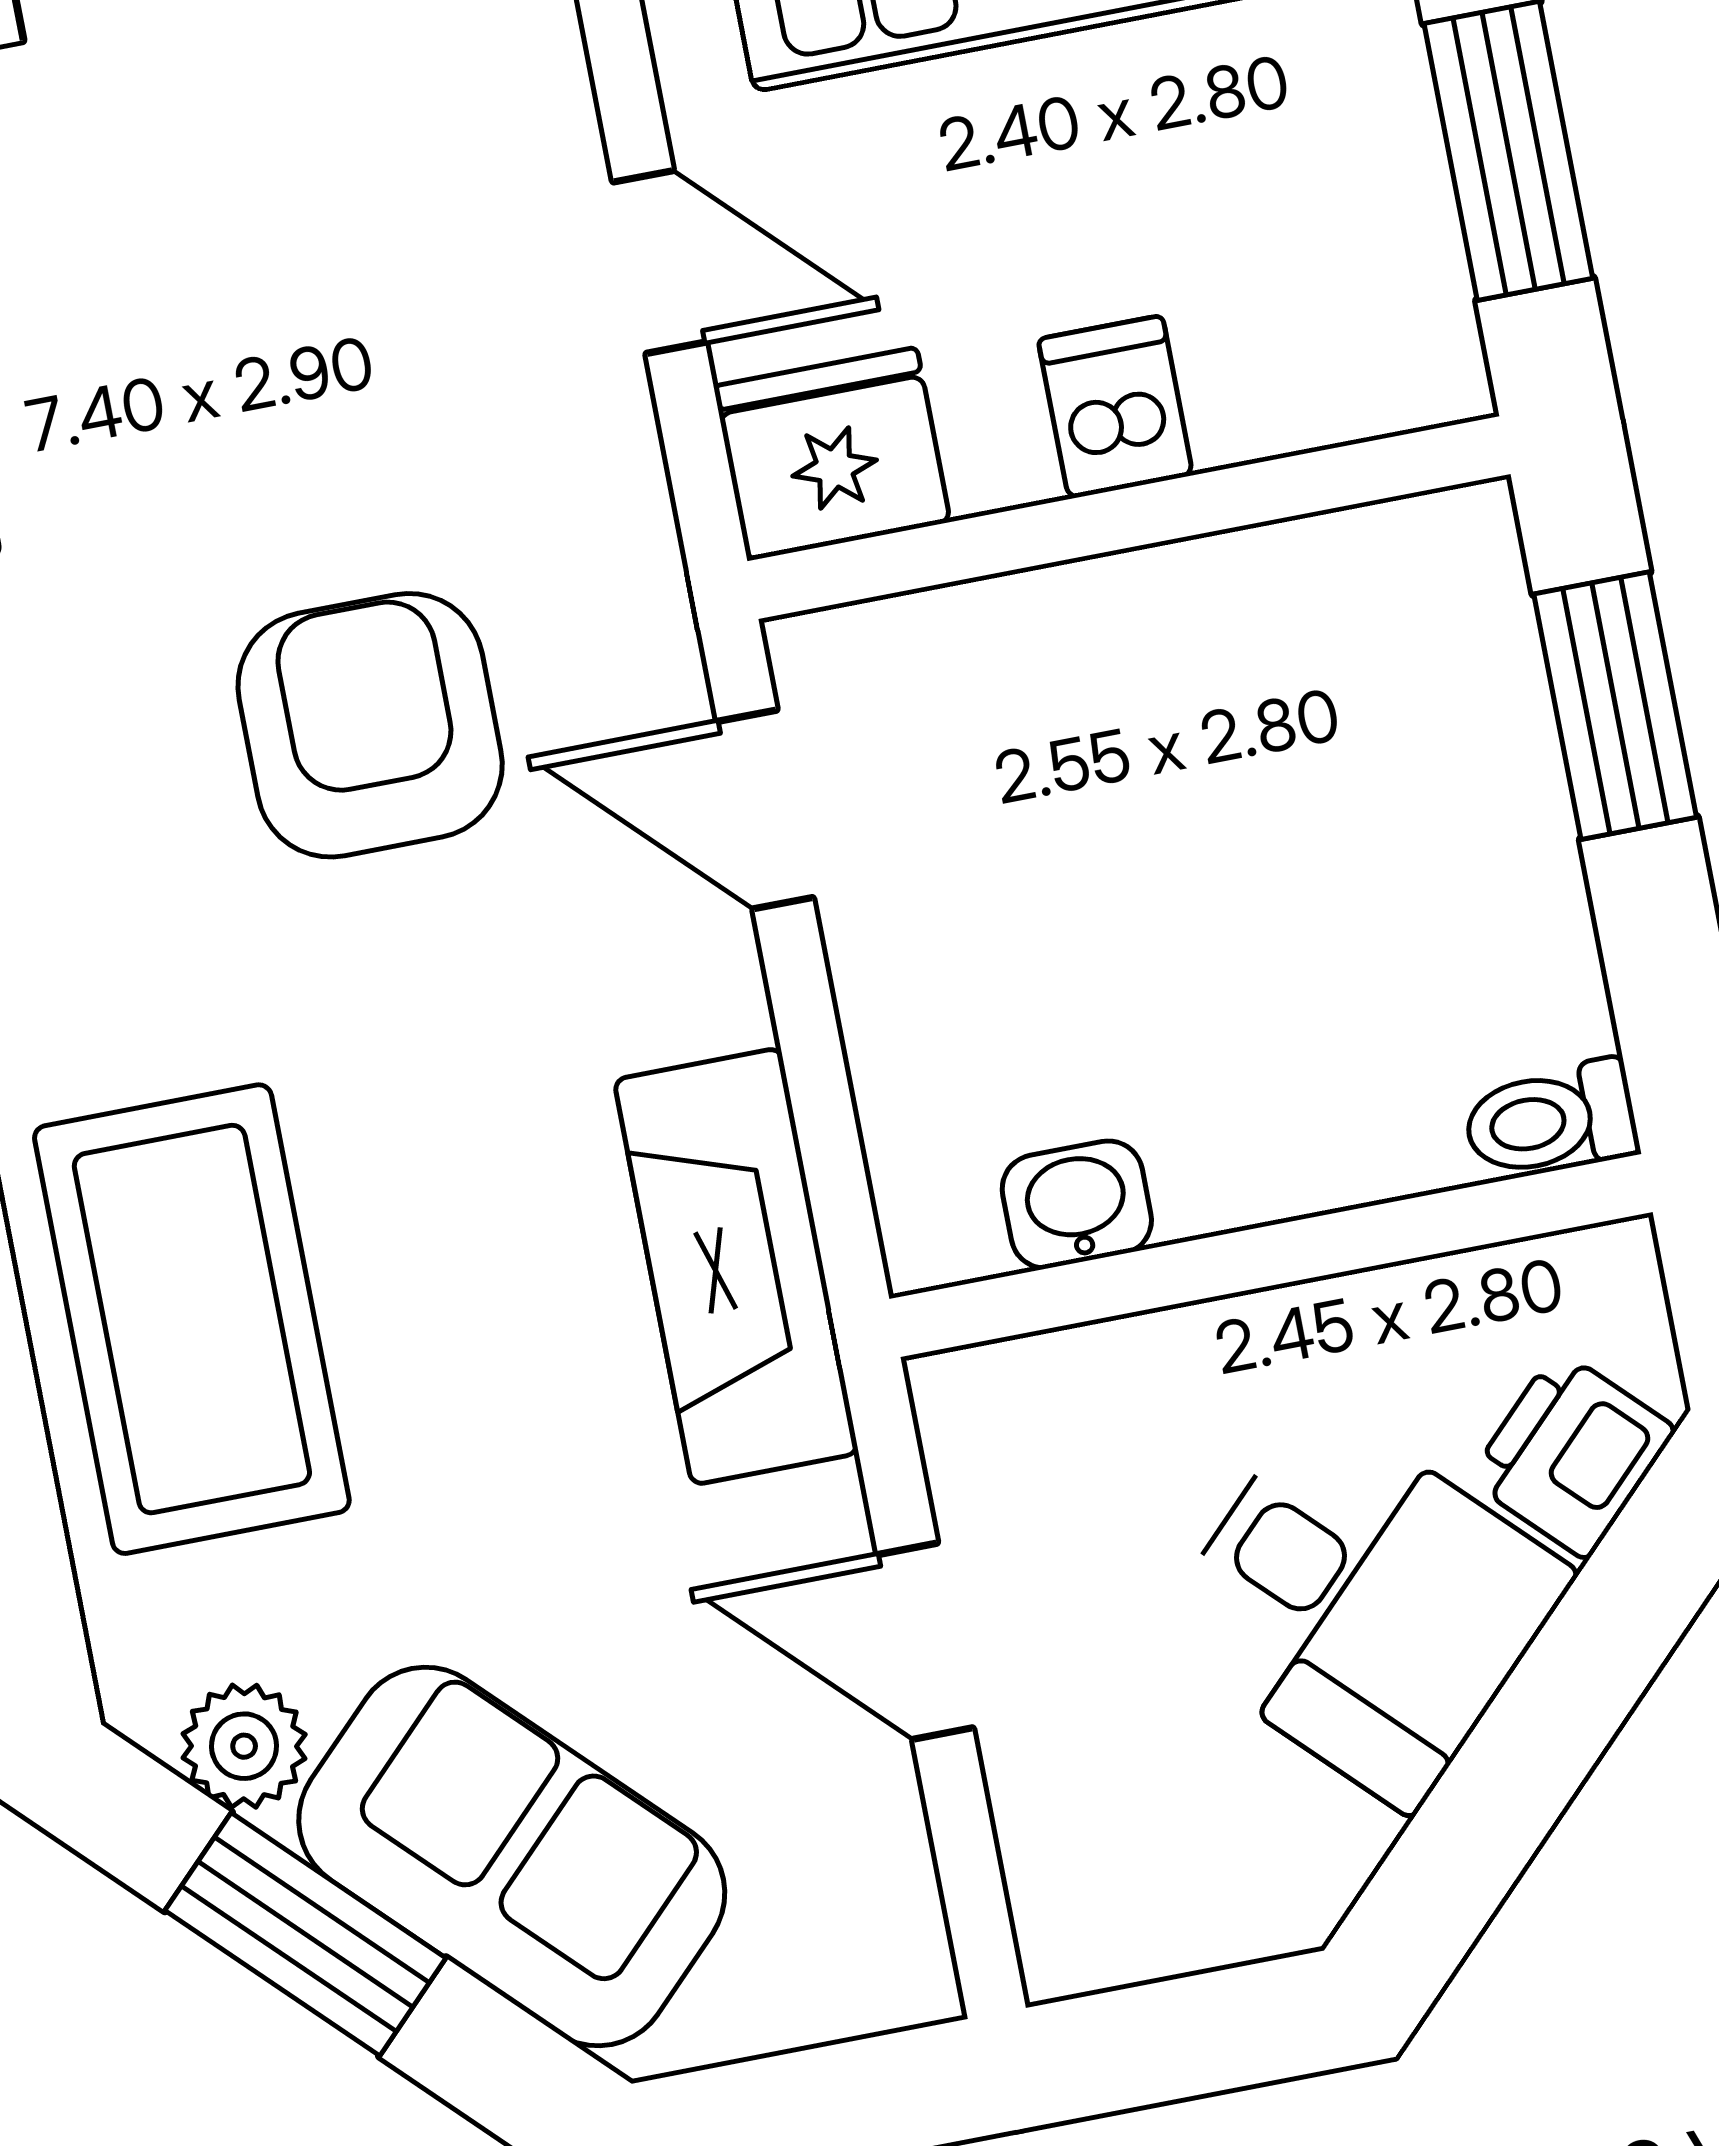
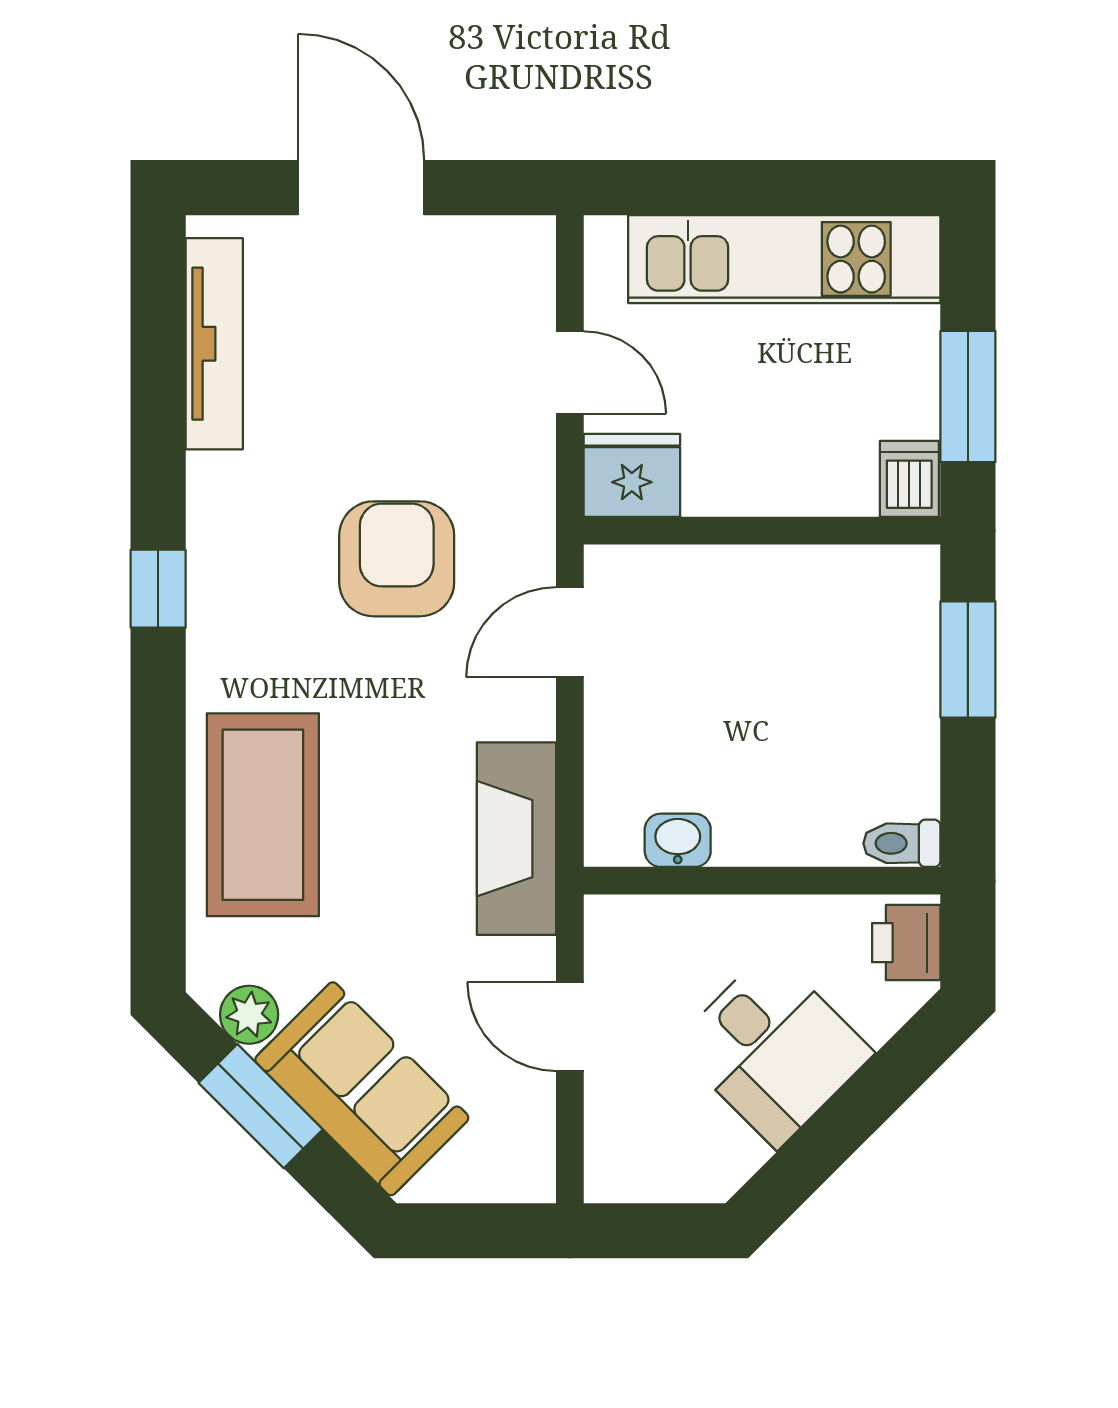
dishwasher: (1115, 407) -> (909, 479), moved
door: (765, 810) -> (570, 632), hinge flipped
printer: (1572, 1454) -> (906, 943), moved, turned -45

